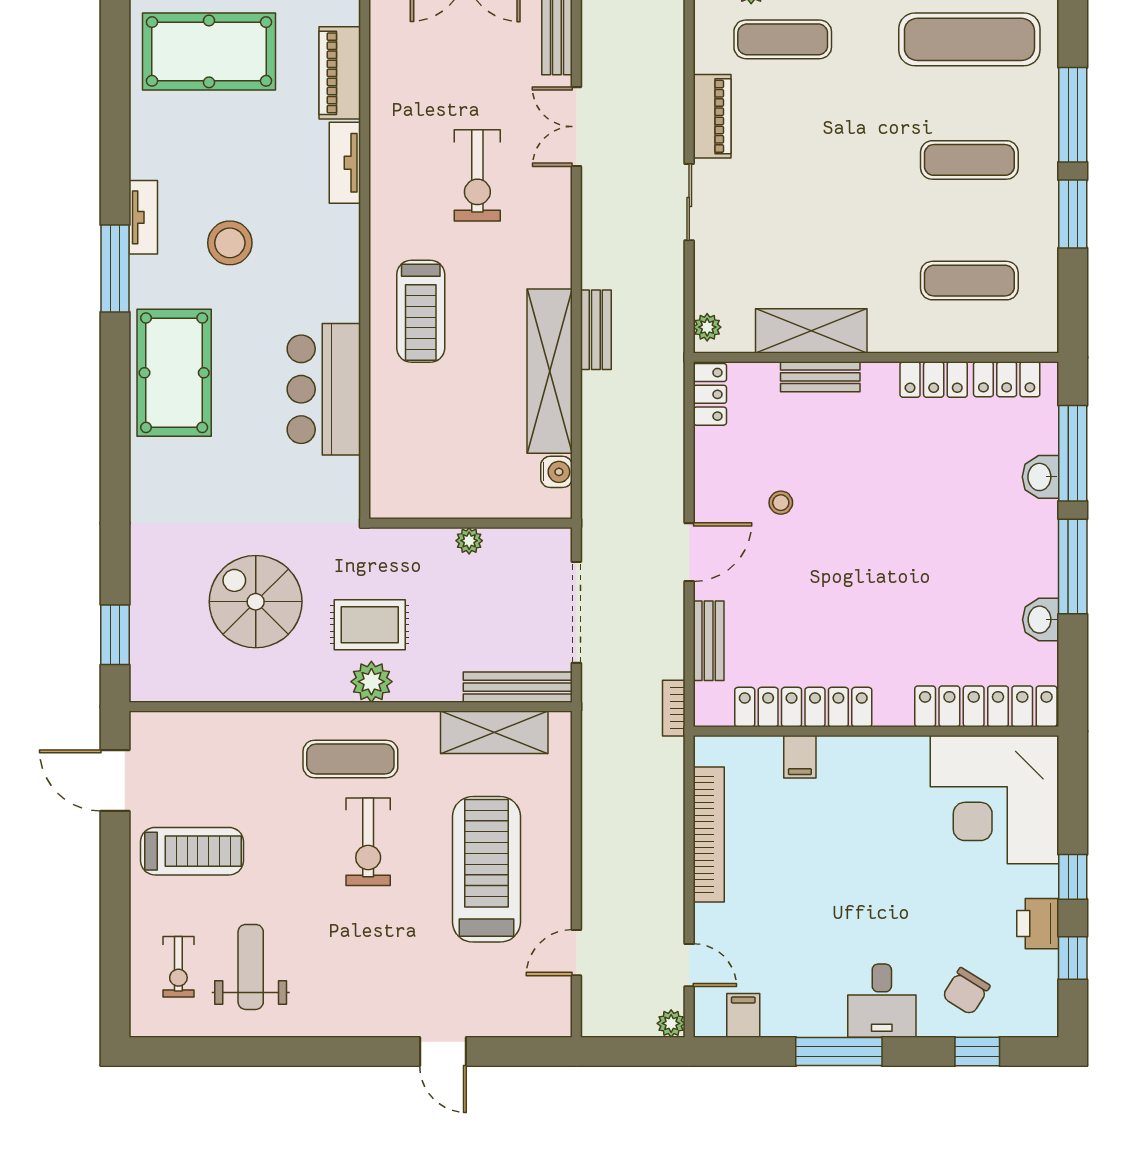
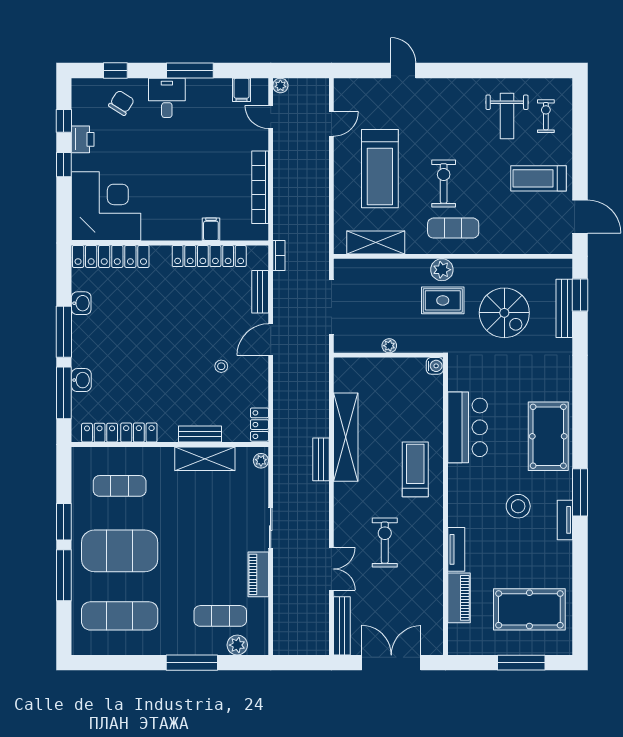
exercise mat: (969, 160) -> (120, 551), width x2.00, depth x1.45
water cooler: (556, 472) -> (435, 366), moved, turned 180
bench: (518, 687) -> (564, 308), moved, turned 90

